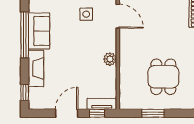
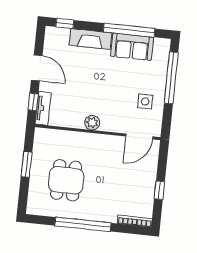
dining table: (163, 77) -> (66, 180), turned 90

